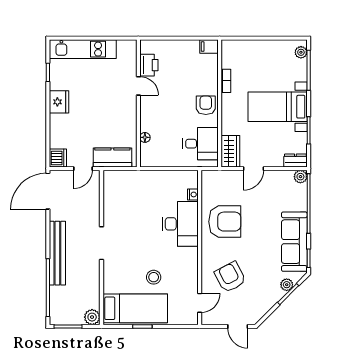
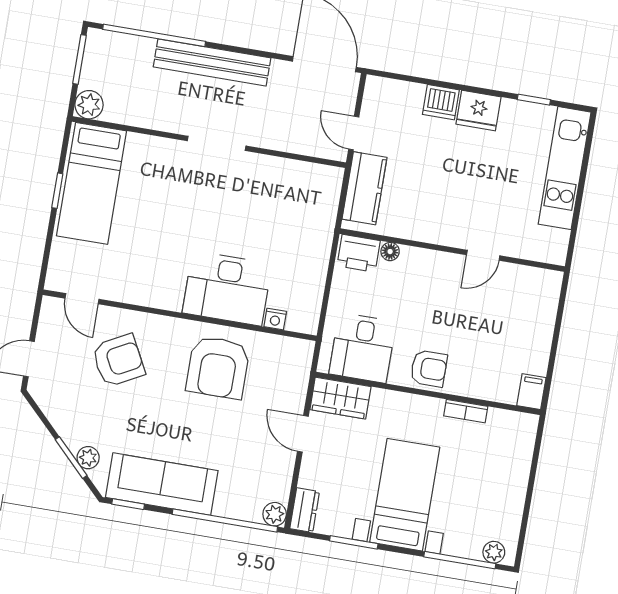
printer: (149, 65) -> (359, 253), moved
dishwasher: (58, 158) -> (441, 102), moved
stool: (154, 277) -> (141, 225), removed

